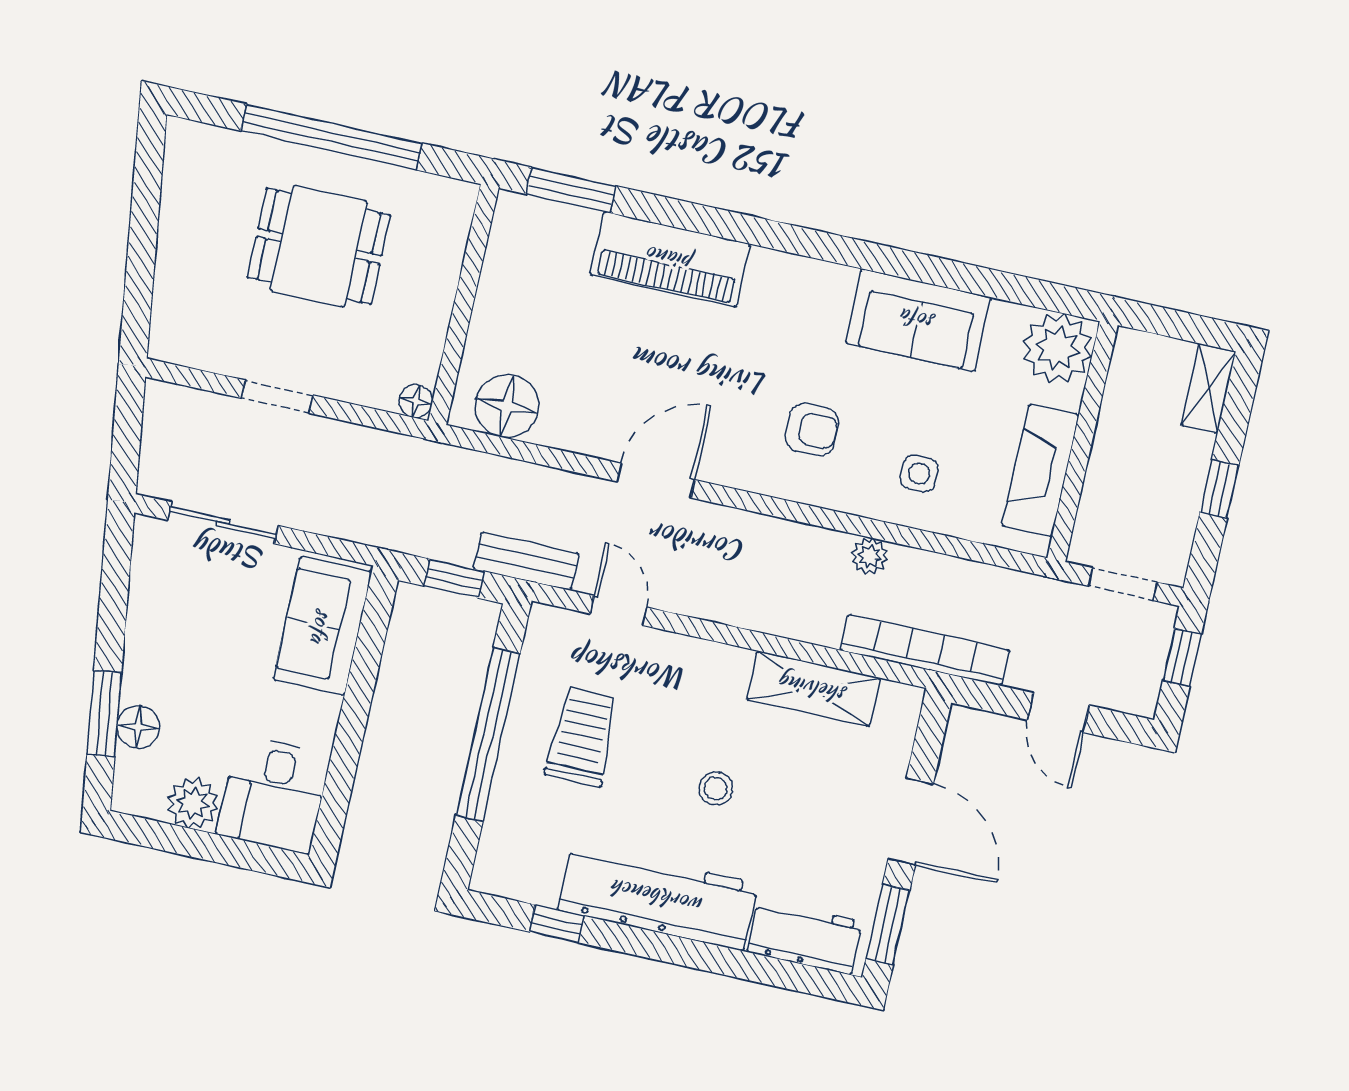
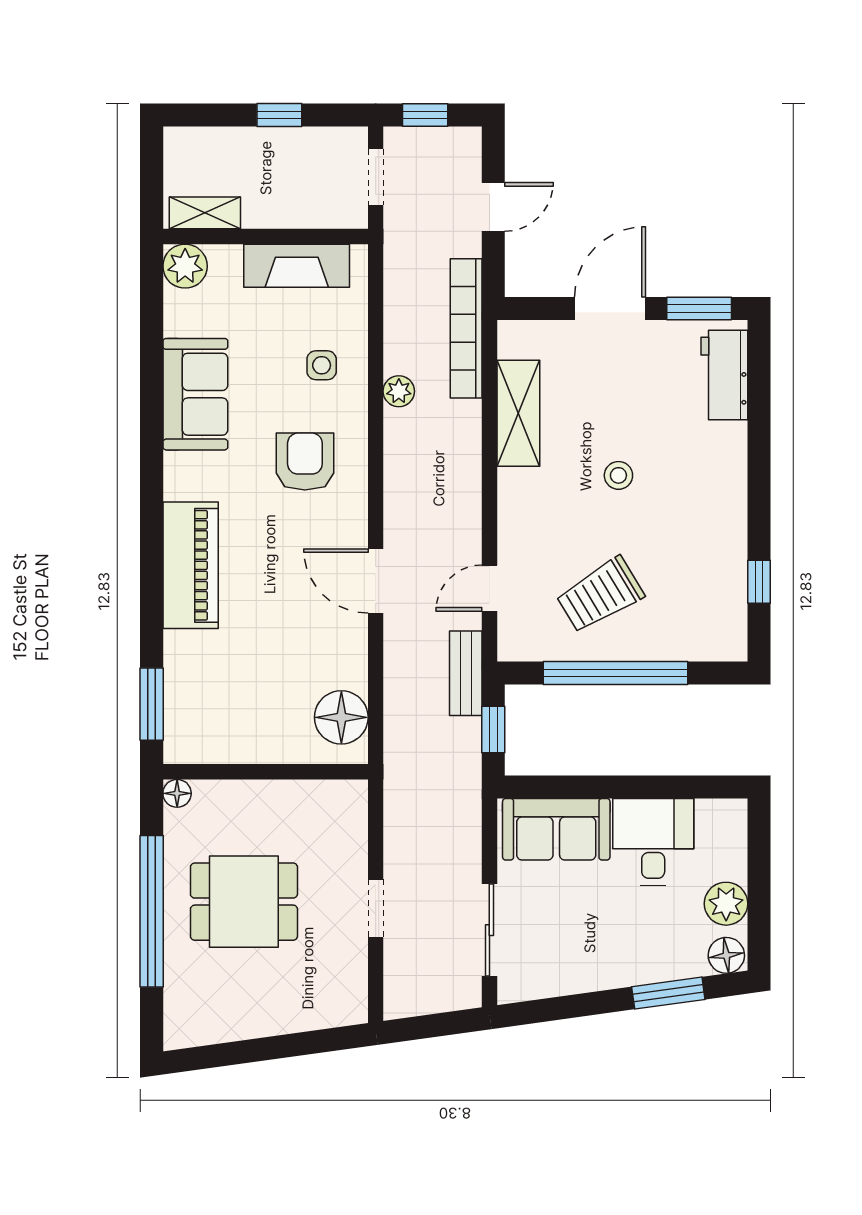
dining table: (319, 246) -> (244, 902), turned 90
piano: (670, 259) -> (191, 565), moved
plant: (1057, 348) -> (185, 266), width x0.73, depth x0.73
shelving: (1208, 388) -> (205, 213), moved
floor lamp: (416, 401) -> (177, 793), moved
armchair: (812, 430) -> (305, 462), width x1.38, depth x1.38
floor lamp: (138, 727) -> (726, 955), moved
trolley: (582, 737) -> (600, 595), turned -31
desk: (274, 794) -> (653, 842), moved, turned -90
workbench: (658, 897) -> (718, 503), removed

